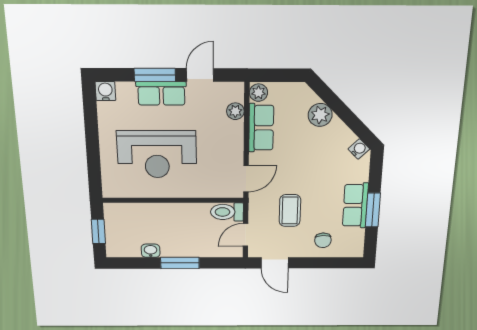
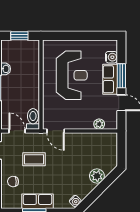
water cooler: (105, 91) -> (111, 57), moved
plant: (258, 93) -> (111, 138), removed
row of seats: (261, 128) -> (89, 140), removed
reception desk: (157, 154) -> (72, 75), turned 180

